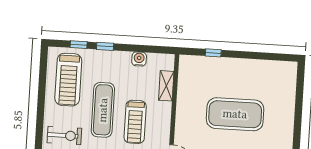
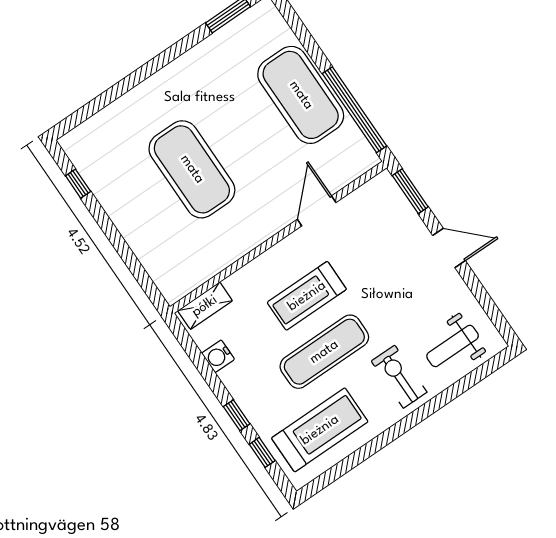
window: (213, 53) -> (78, 184), moved
shelving: (166, 86) -> (205, 306), moved
treadmill: (135, 122) -> (307, 296), turned 180

